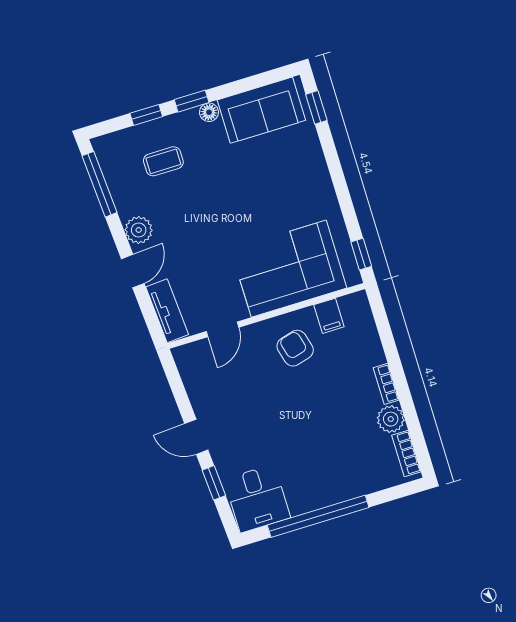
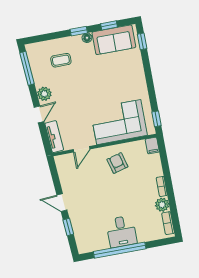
window: (146, 115) -> (109, 25), moved
filing cabinet: (329, 316) -> (152, 146), moved
desk: (257, 498) -> (121, 232), moved

